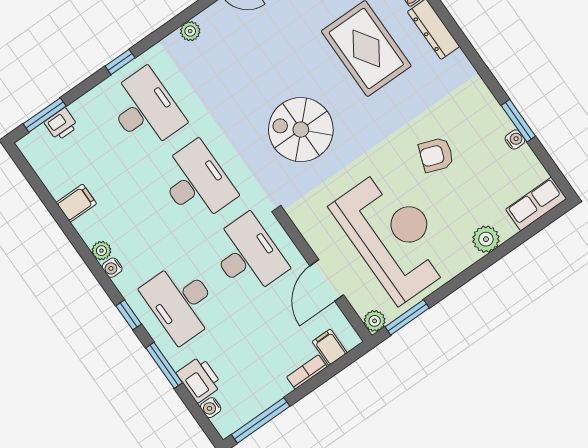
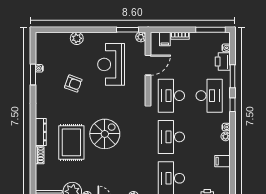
spiral stairs: (301, 130) -> (105, 134), moved, turned -90
row of seats: (536, 204) -> (48, 38), removed
reception desk: (393, 236) -> (111, 64), width x0.74, depth x0.77

